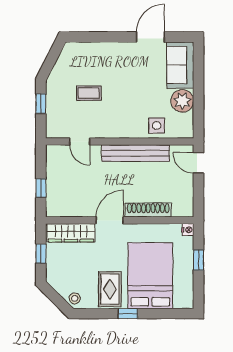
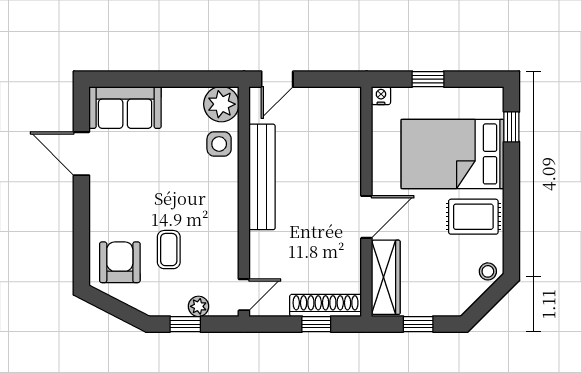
armchair: (81, 62) -> (120, 262), added
plant: (182, 101) -> (221, 104), moved
plant: (52, 112) -> (198, 306), added
door: (80, 141) -> (244, 295), moved
shoe rack: (148, 210) -> (326, 305), moved, turned 90
door: (110, 220) -> (366, 217), swing flipped
window: (128, 314) -> (511, 127), moved

